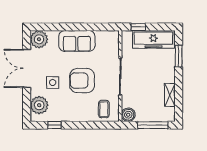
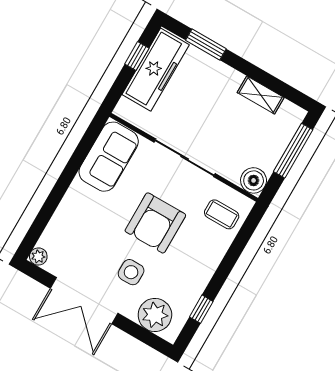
window: (138, 27) -> (137, 56), moved
plant: (39, 39) -> (38, 256), width x0.53, depth x0.53
sofa: (77, 41) -> (109, 157), moved

